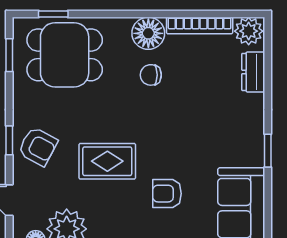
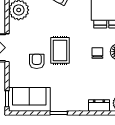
rug: (107, 161) -> (60, 50), moved

